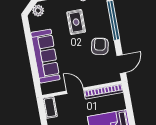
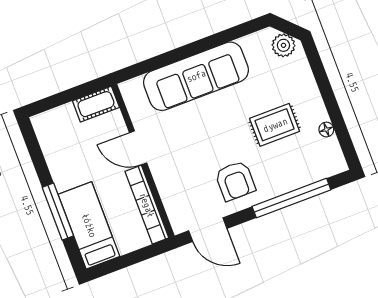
armchair: (100, 46) -> (235, 181), turned 78
door: (75, 91) -> (138, 148), swing flipped

